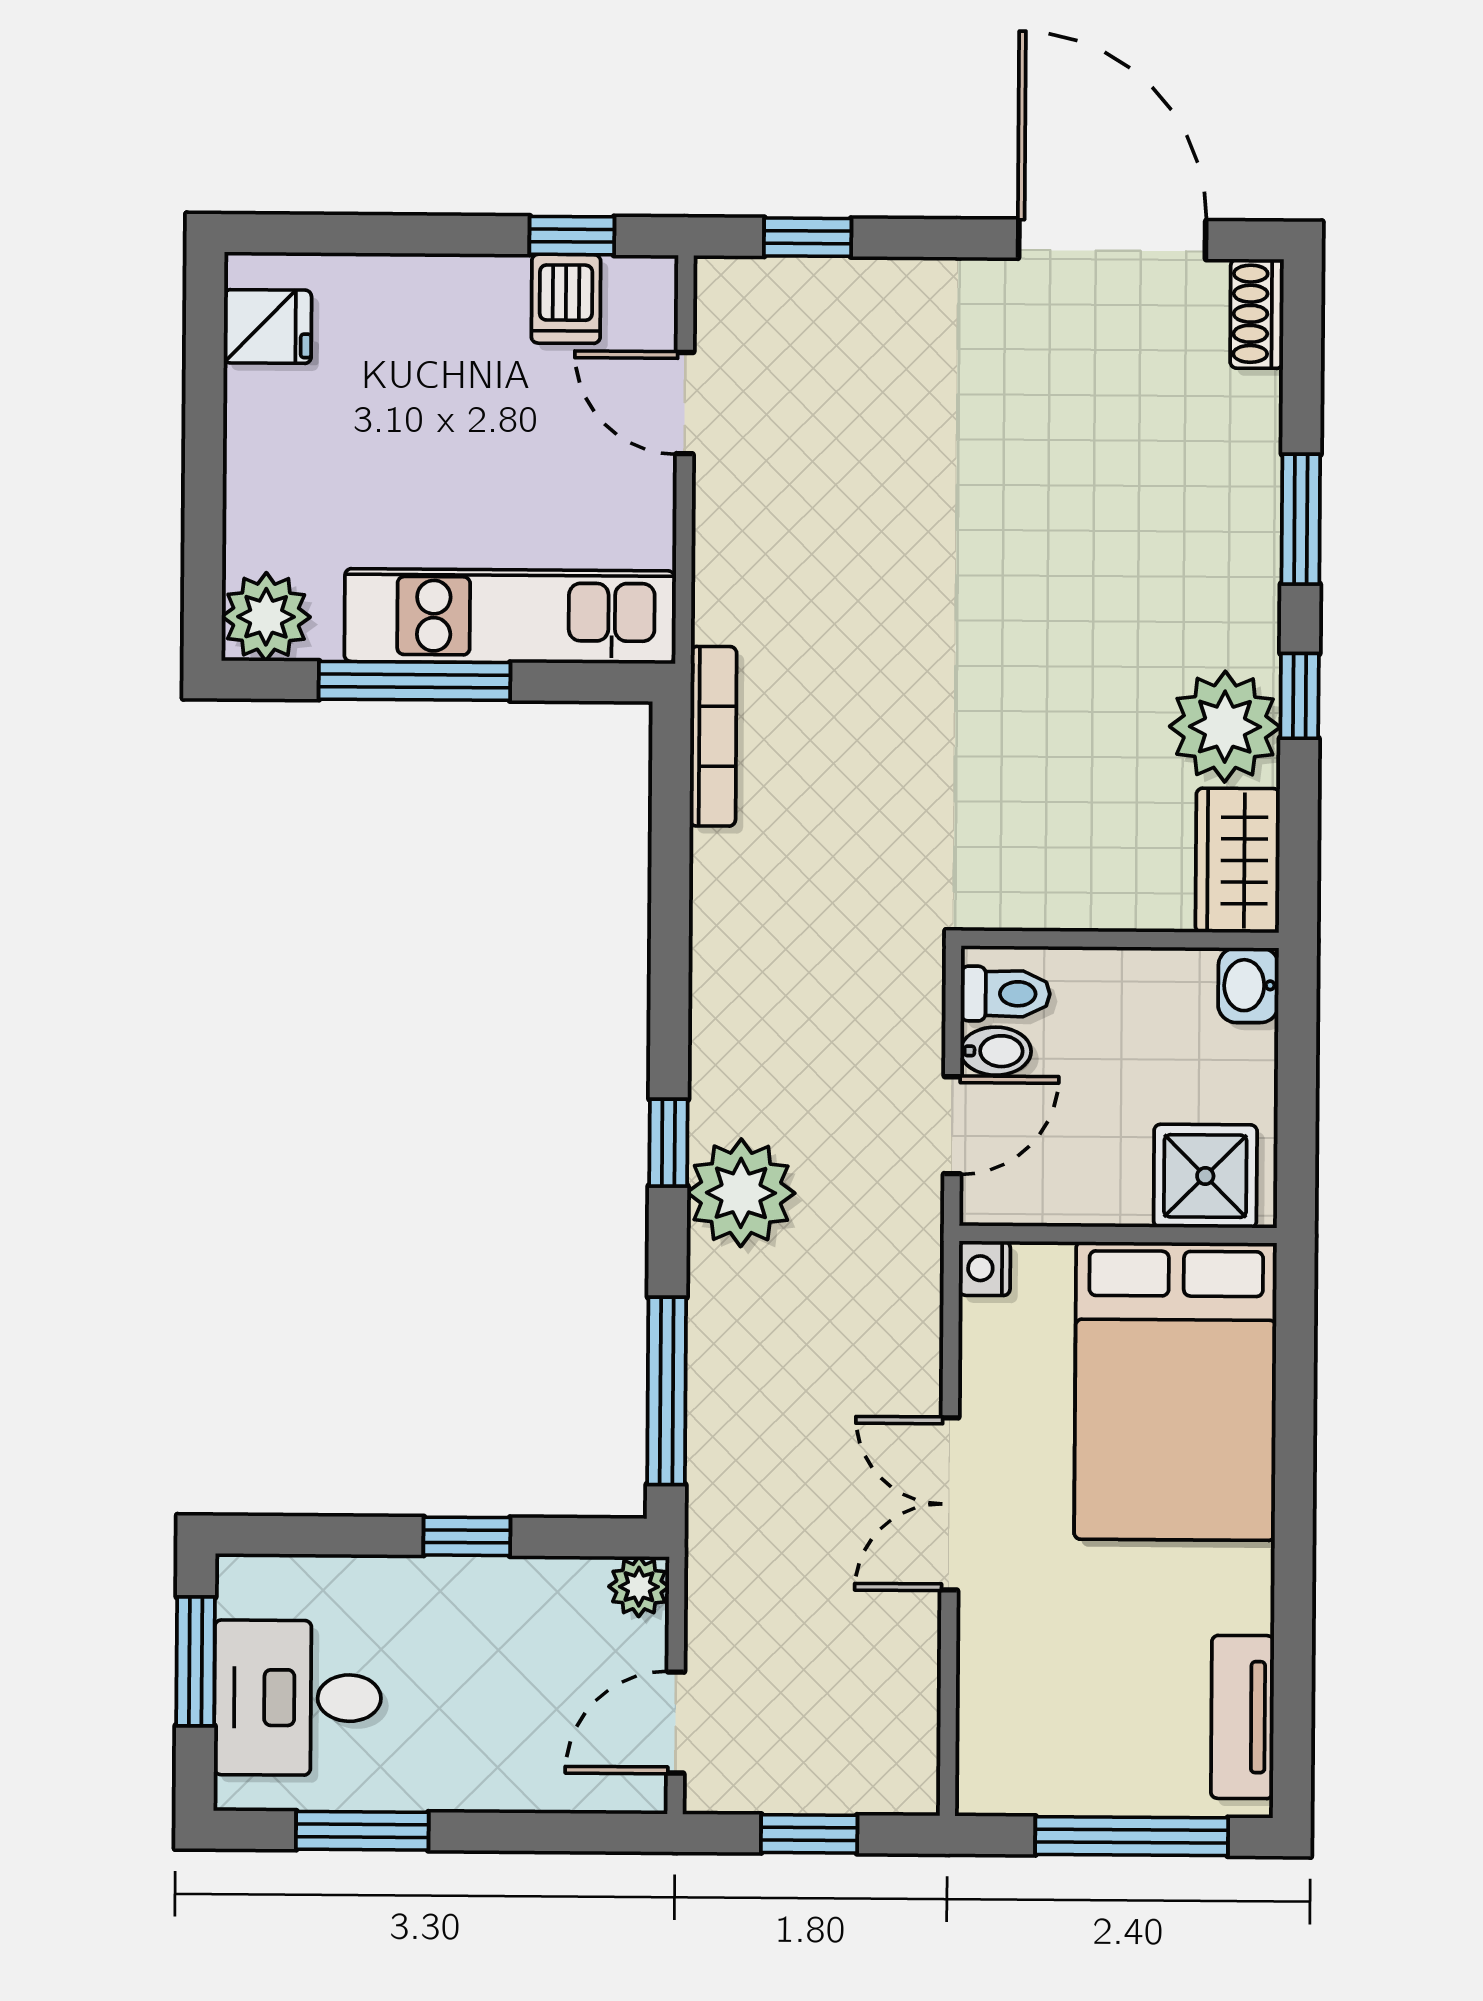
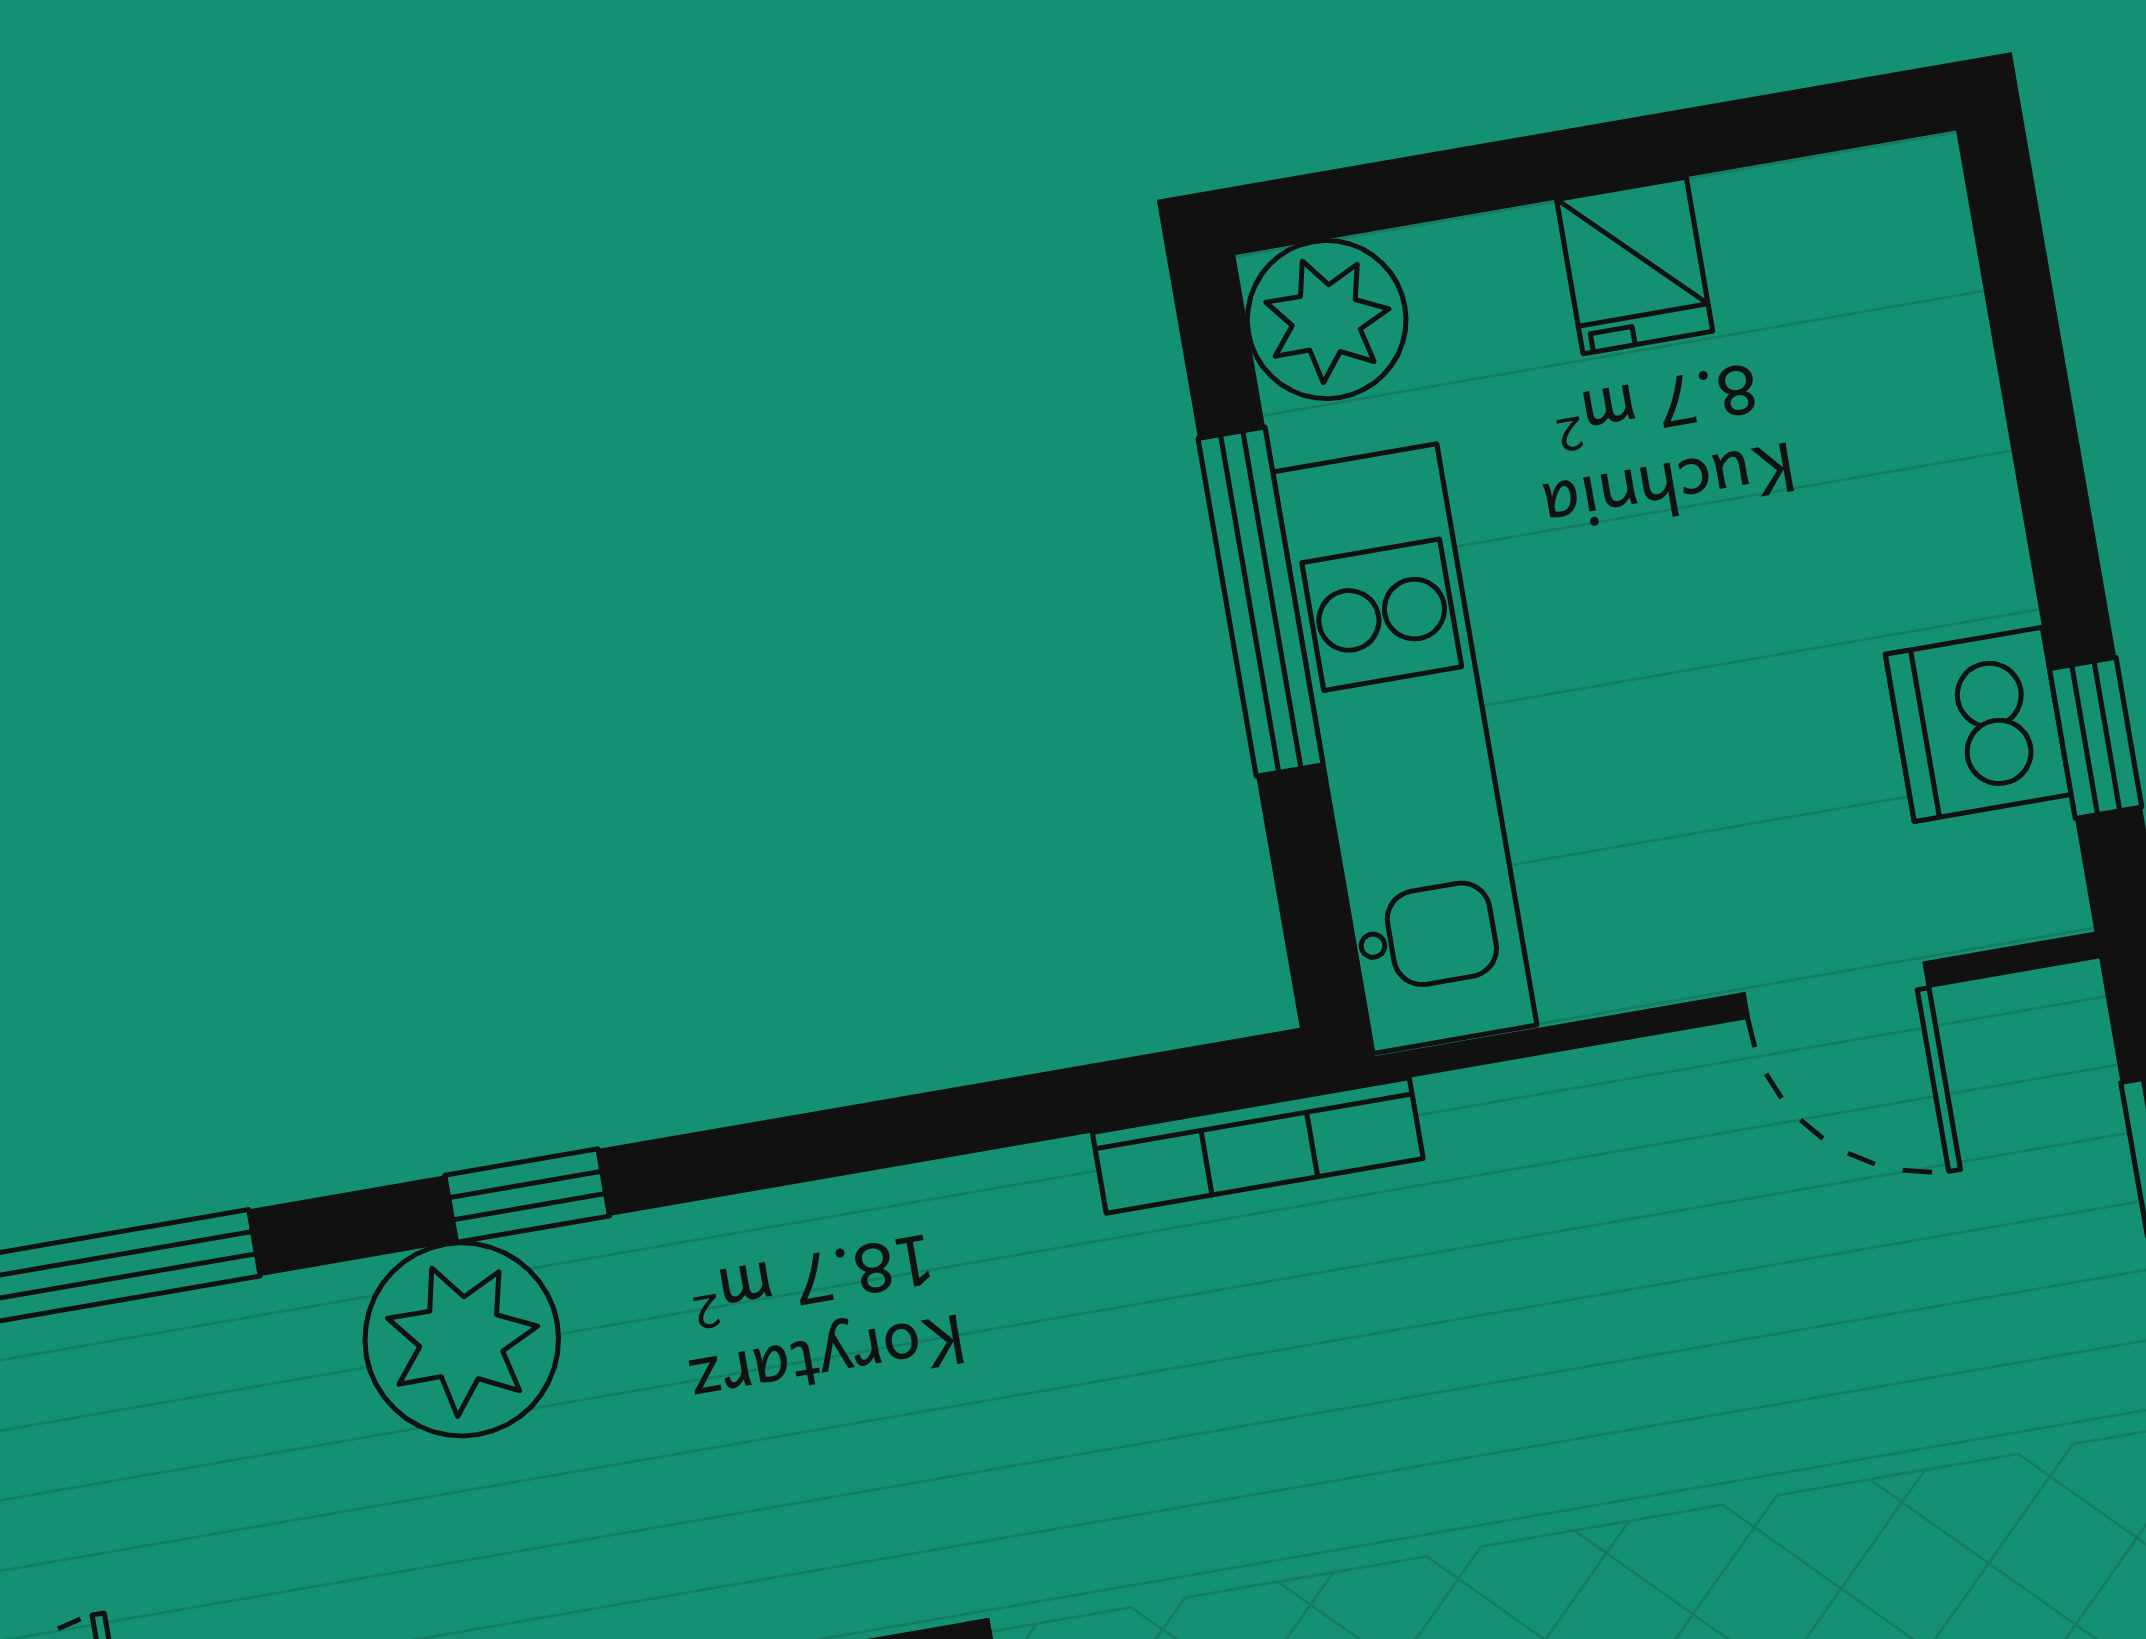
dishwasher: (566, 299) -> (1978, 724), width x1.38
fridge: (268, 327) -> (1635, 265), moved
door: (685, 403) -> (1836, 990), swing flipped

